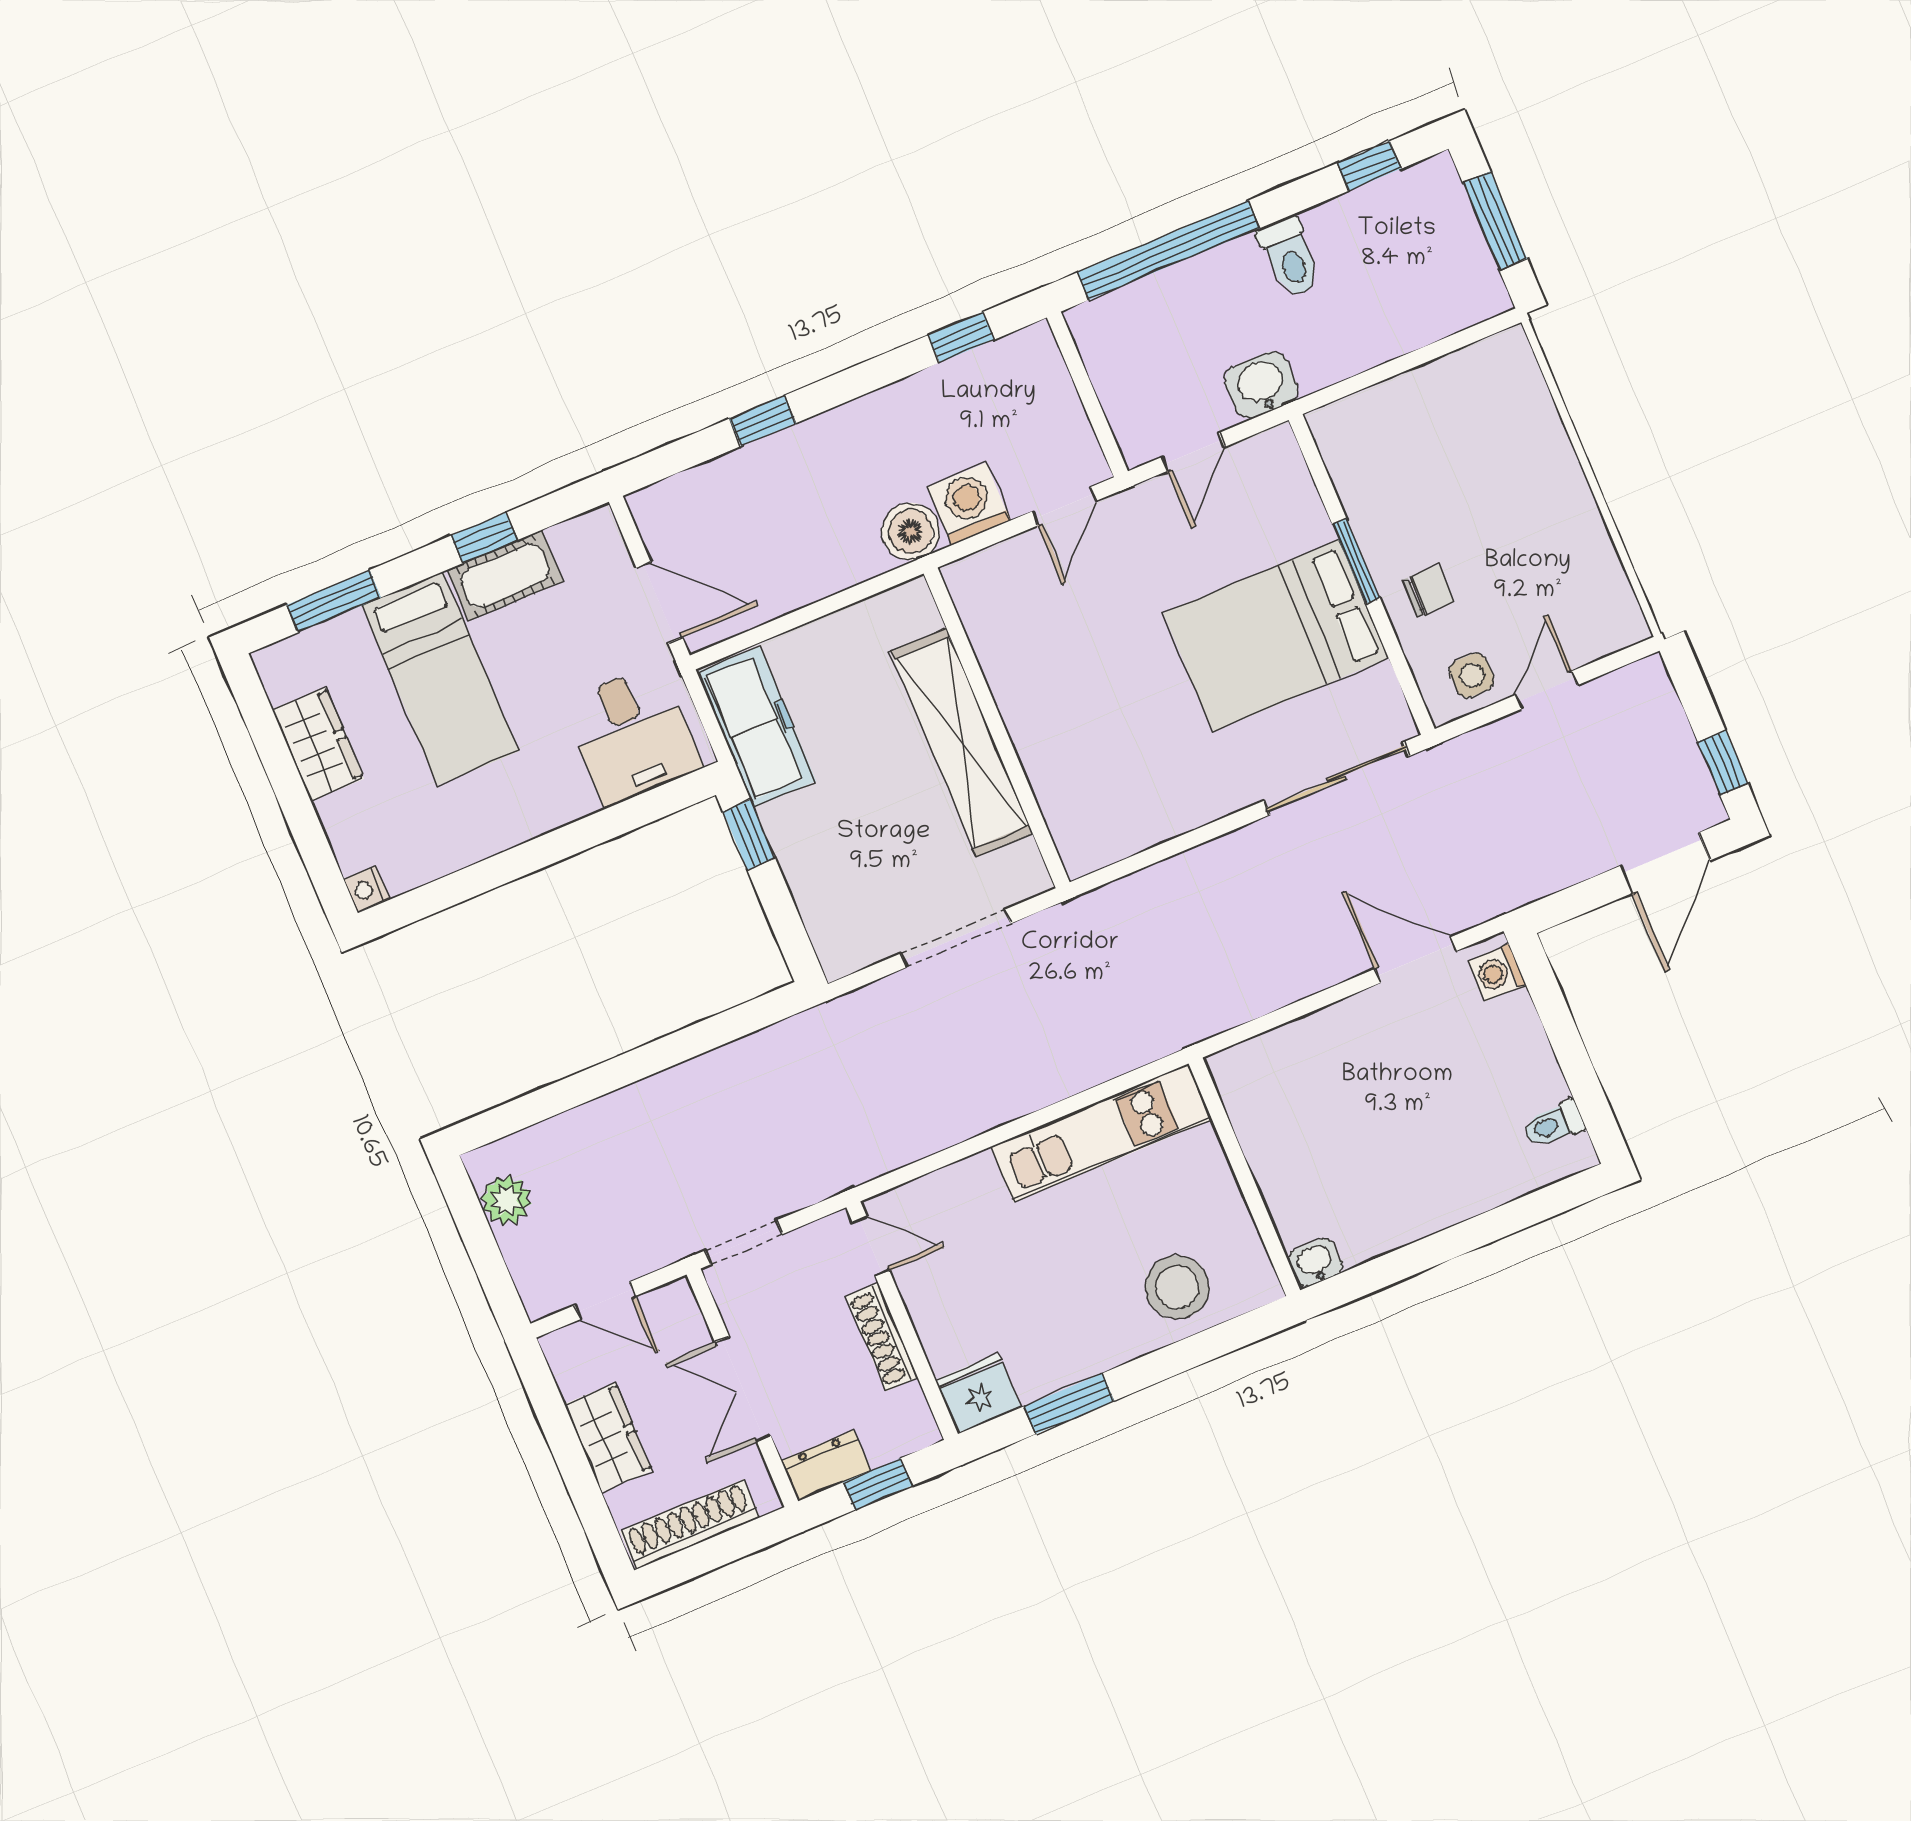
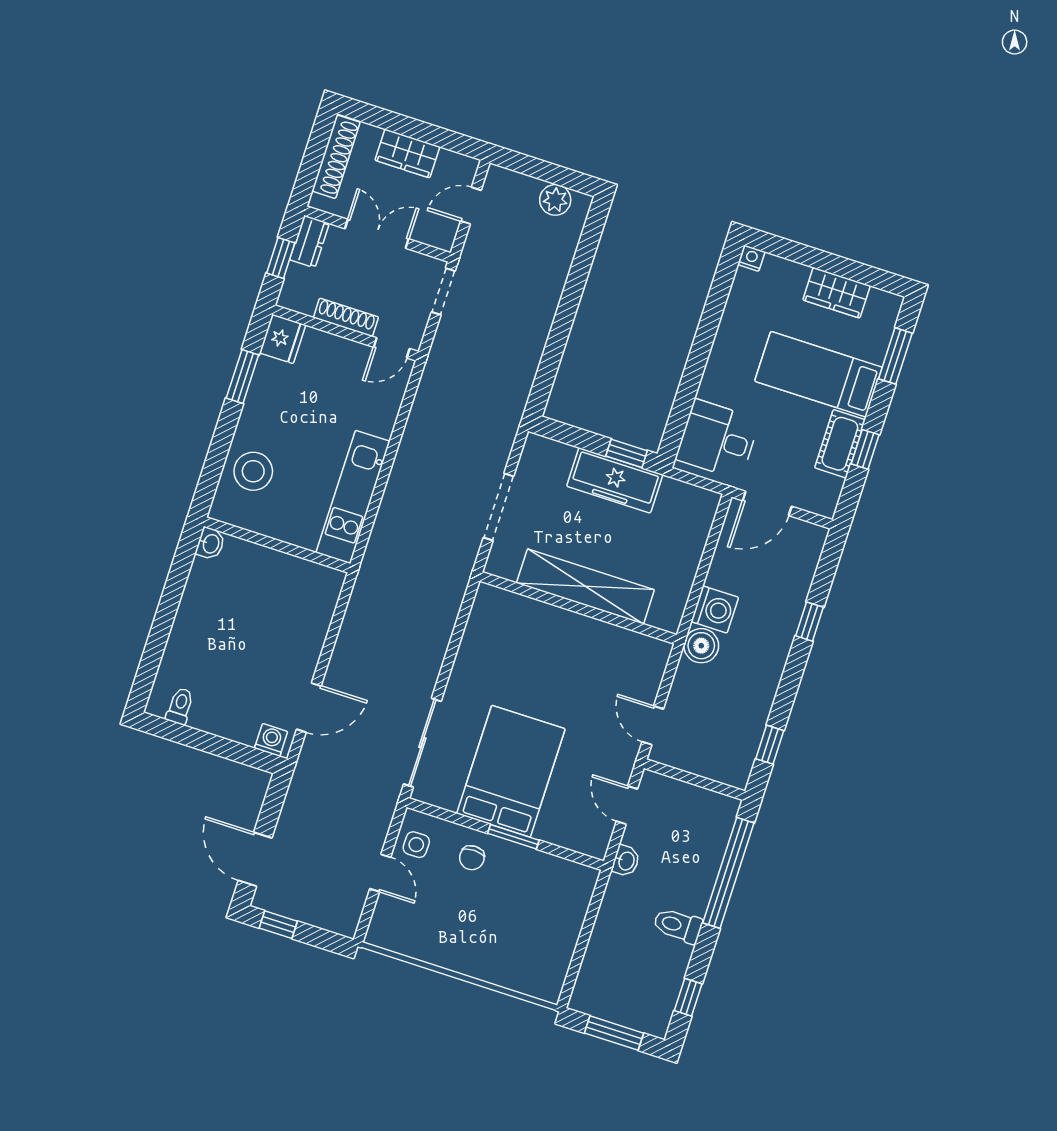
washbasin: (1261, 385) -> (626, 861), width x0.72, depth x0.69
washing machine: (969, 504) -> (715, 609), moved
freezer: (756, 727) -> (615, 480), moved

